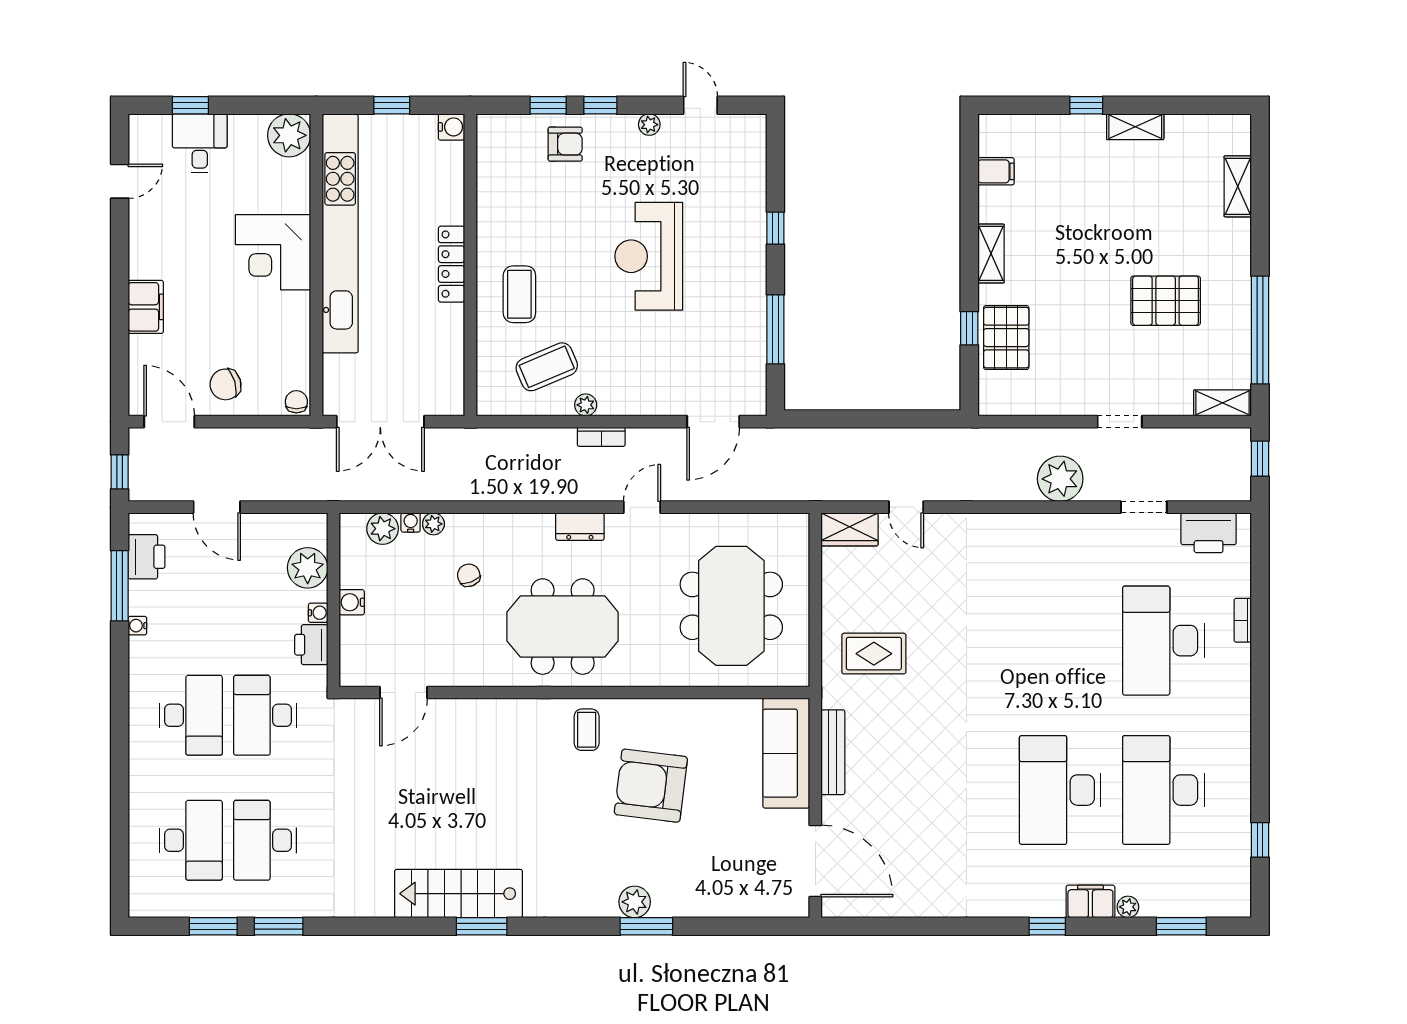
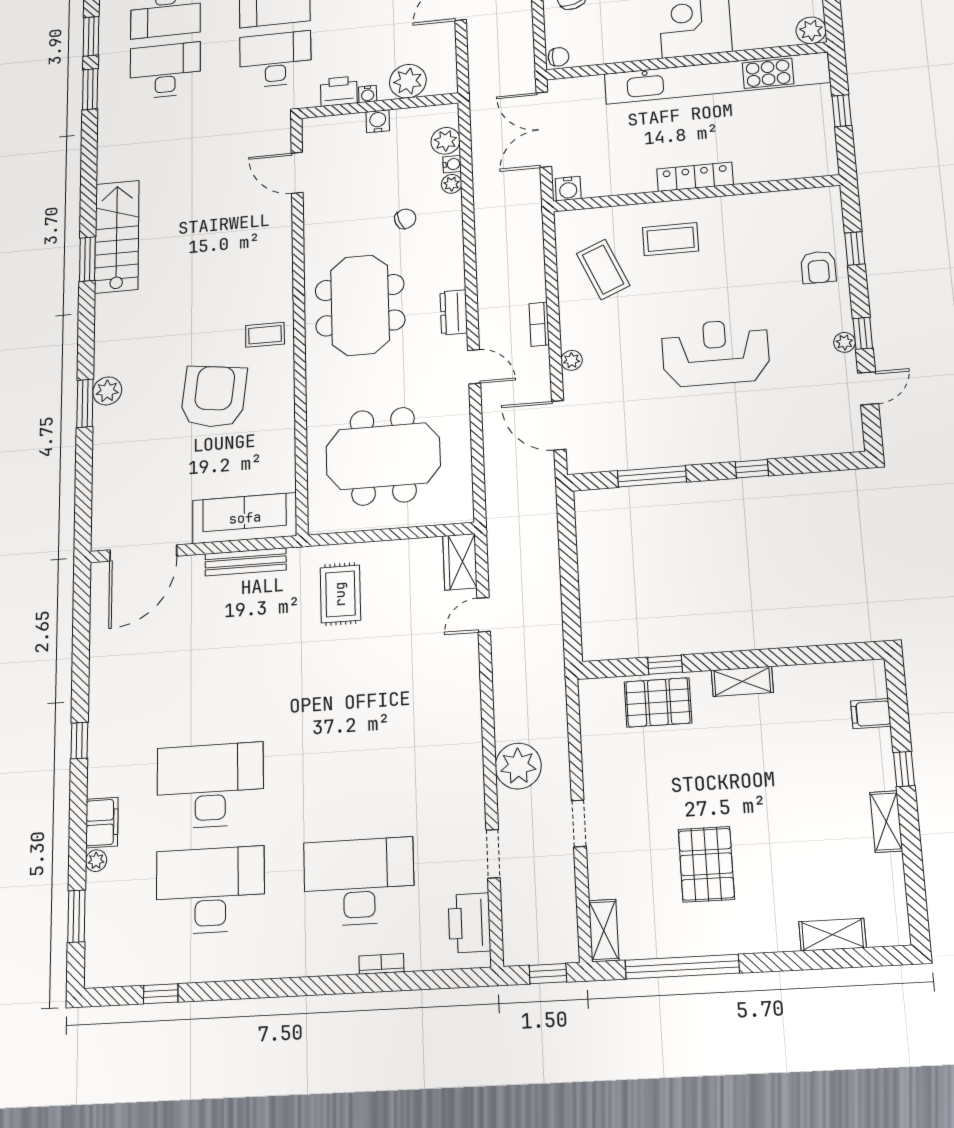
window: (600, 105) -> (863, 333), moved
water cooler: (451, 127) -> (568, 189), moved
plant: (289, 135) -> (811, 30), width x0.73, depth x0.73
filing cabinet: (996, 171) -> (871, 714), moved, turned 90
plant: (586, 405) -> (572, 360), moved
window: (1047, 926) -> (79, 741), moved

